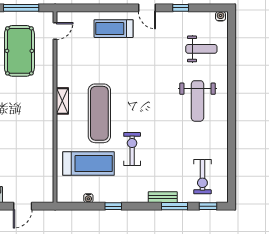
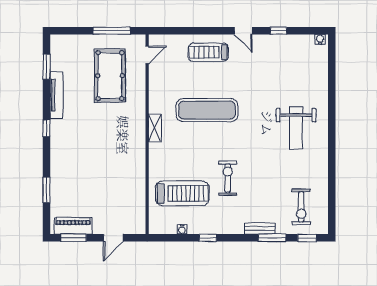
weight bench: (201, 49) -> (300, 74), removed
exercise mat: (99, 113) -> (207, 110), moved, turned 90

